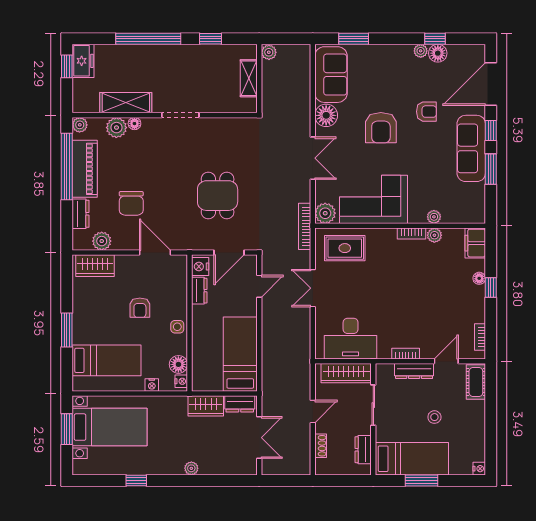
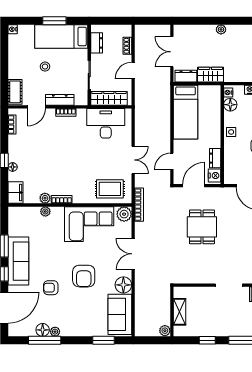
window: (435, 39) -> (45, 340), width x2.17
armchair: (381, 128) -> (84, 276), turned 180

